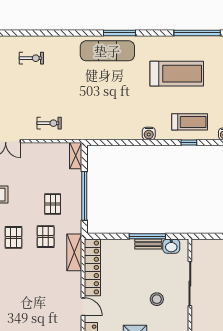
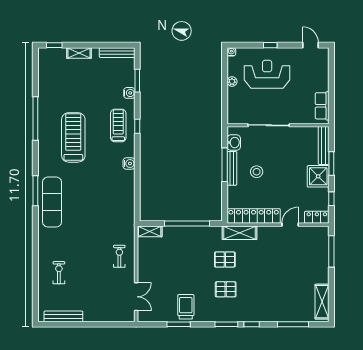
pallet: (53, 204) -> (195, 253), removed
bench: (148, 244) -> (232, 168), width x1.36
stool: (157, 299) -> (257, 172), moved

